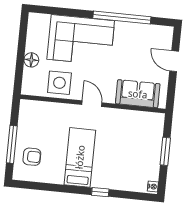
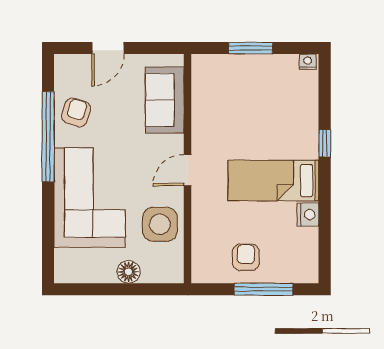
armchair: (135, 37) -> (76, 112), added
armchair: (32, 157) -> (246, 257), moved
nightstand: (56, 177) -> (308, 215), added

